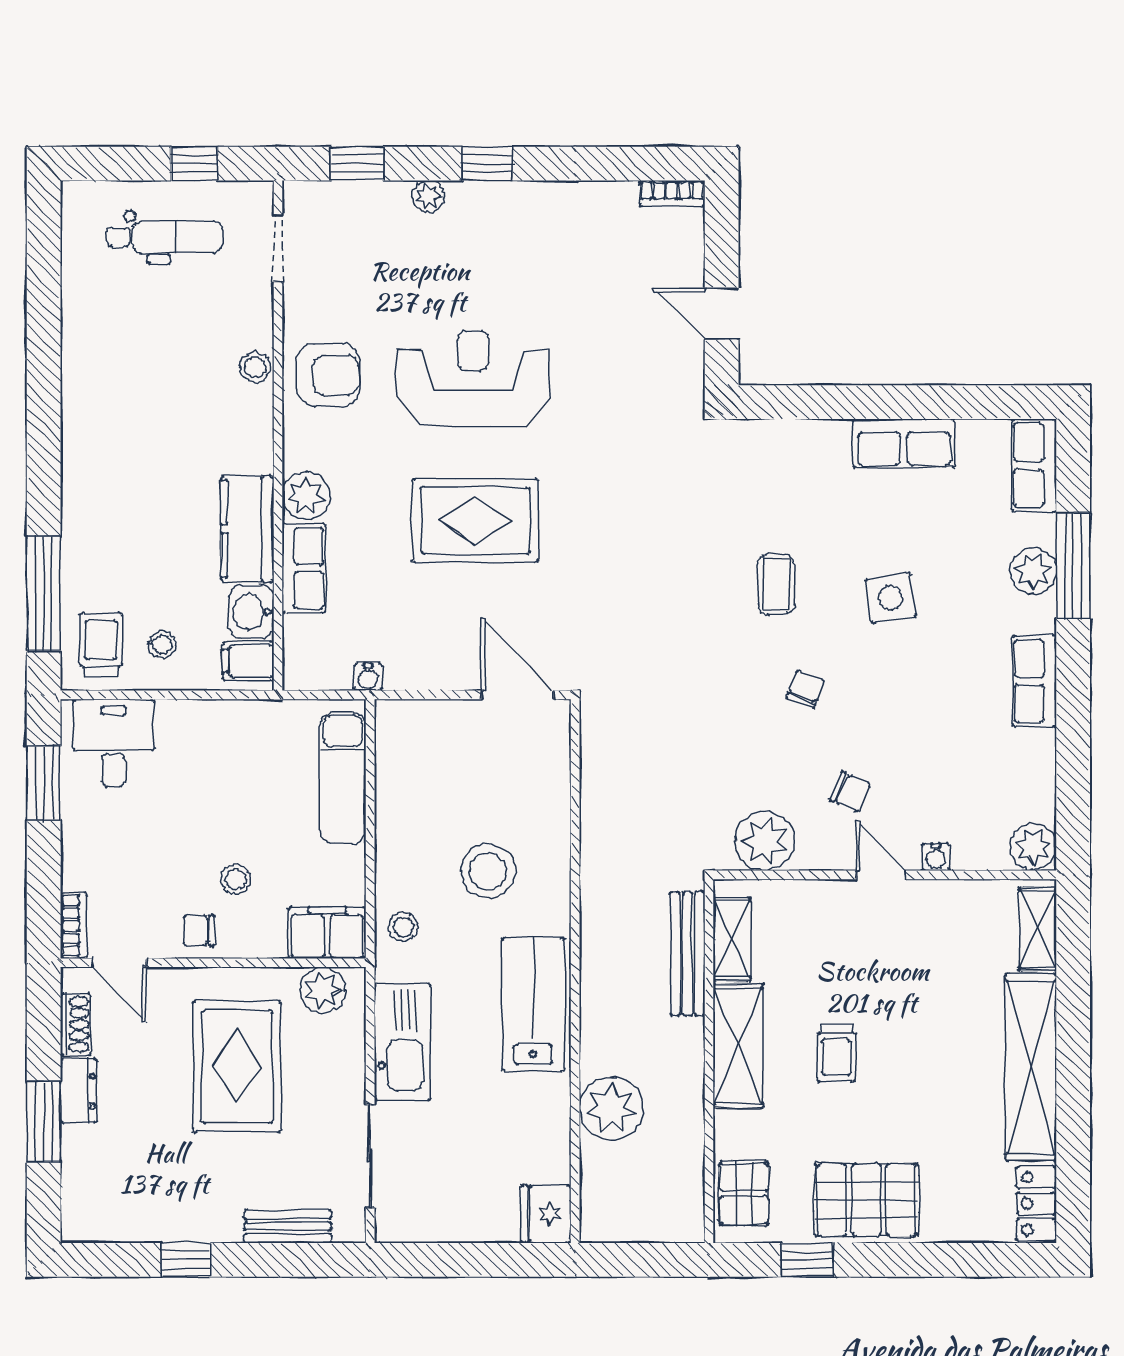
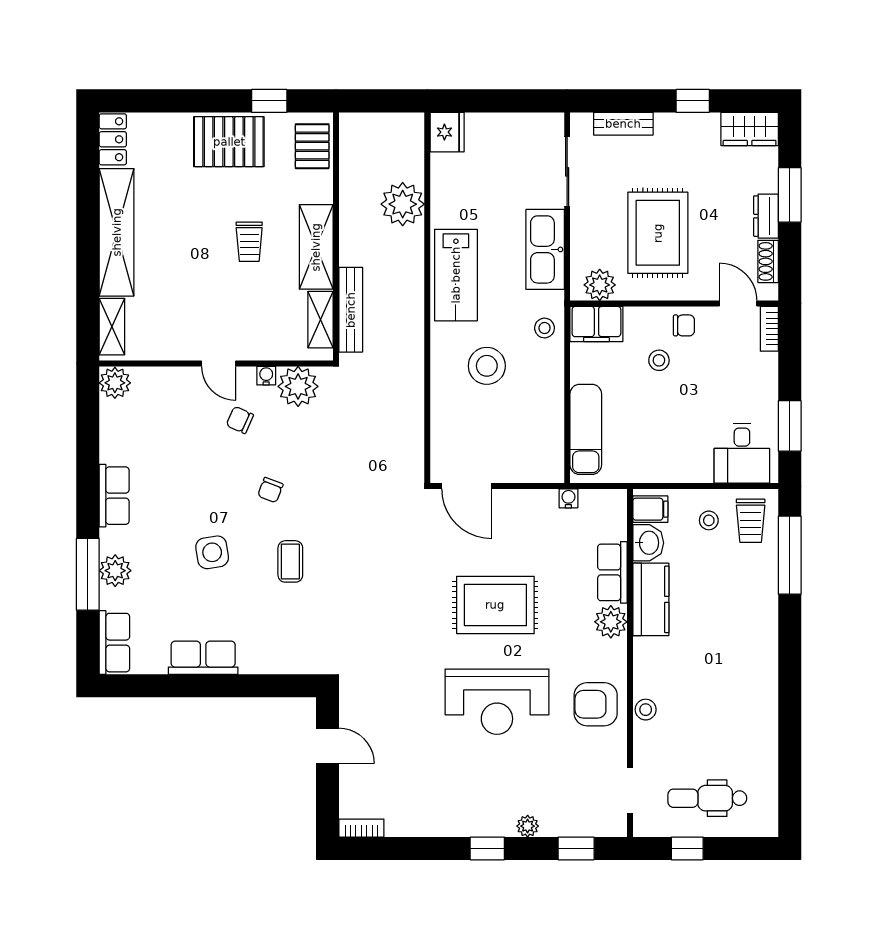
water cooler: (936, 857) -> (266, 376), moved
trolley: (836, 1053) -> (249, 242), turned 180
wardrobe: (102, 1219) -> (750, 129), added

